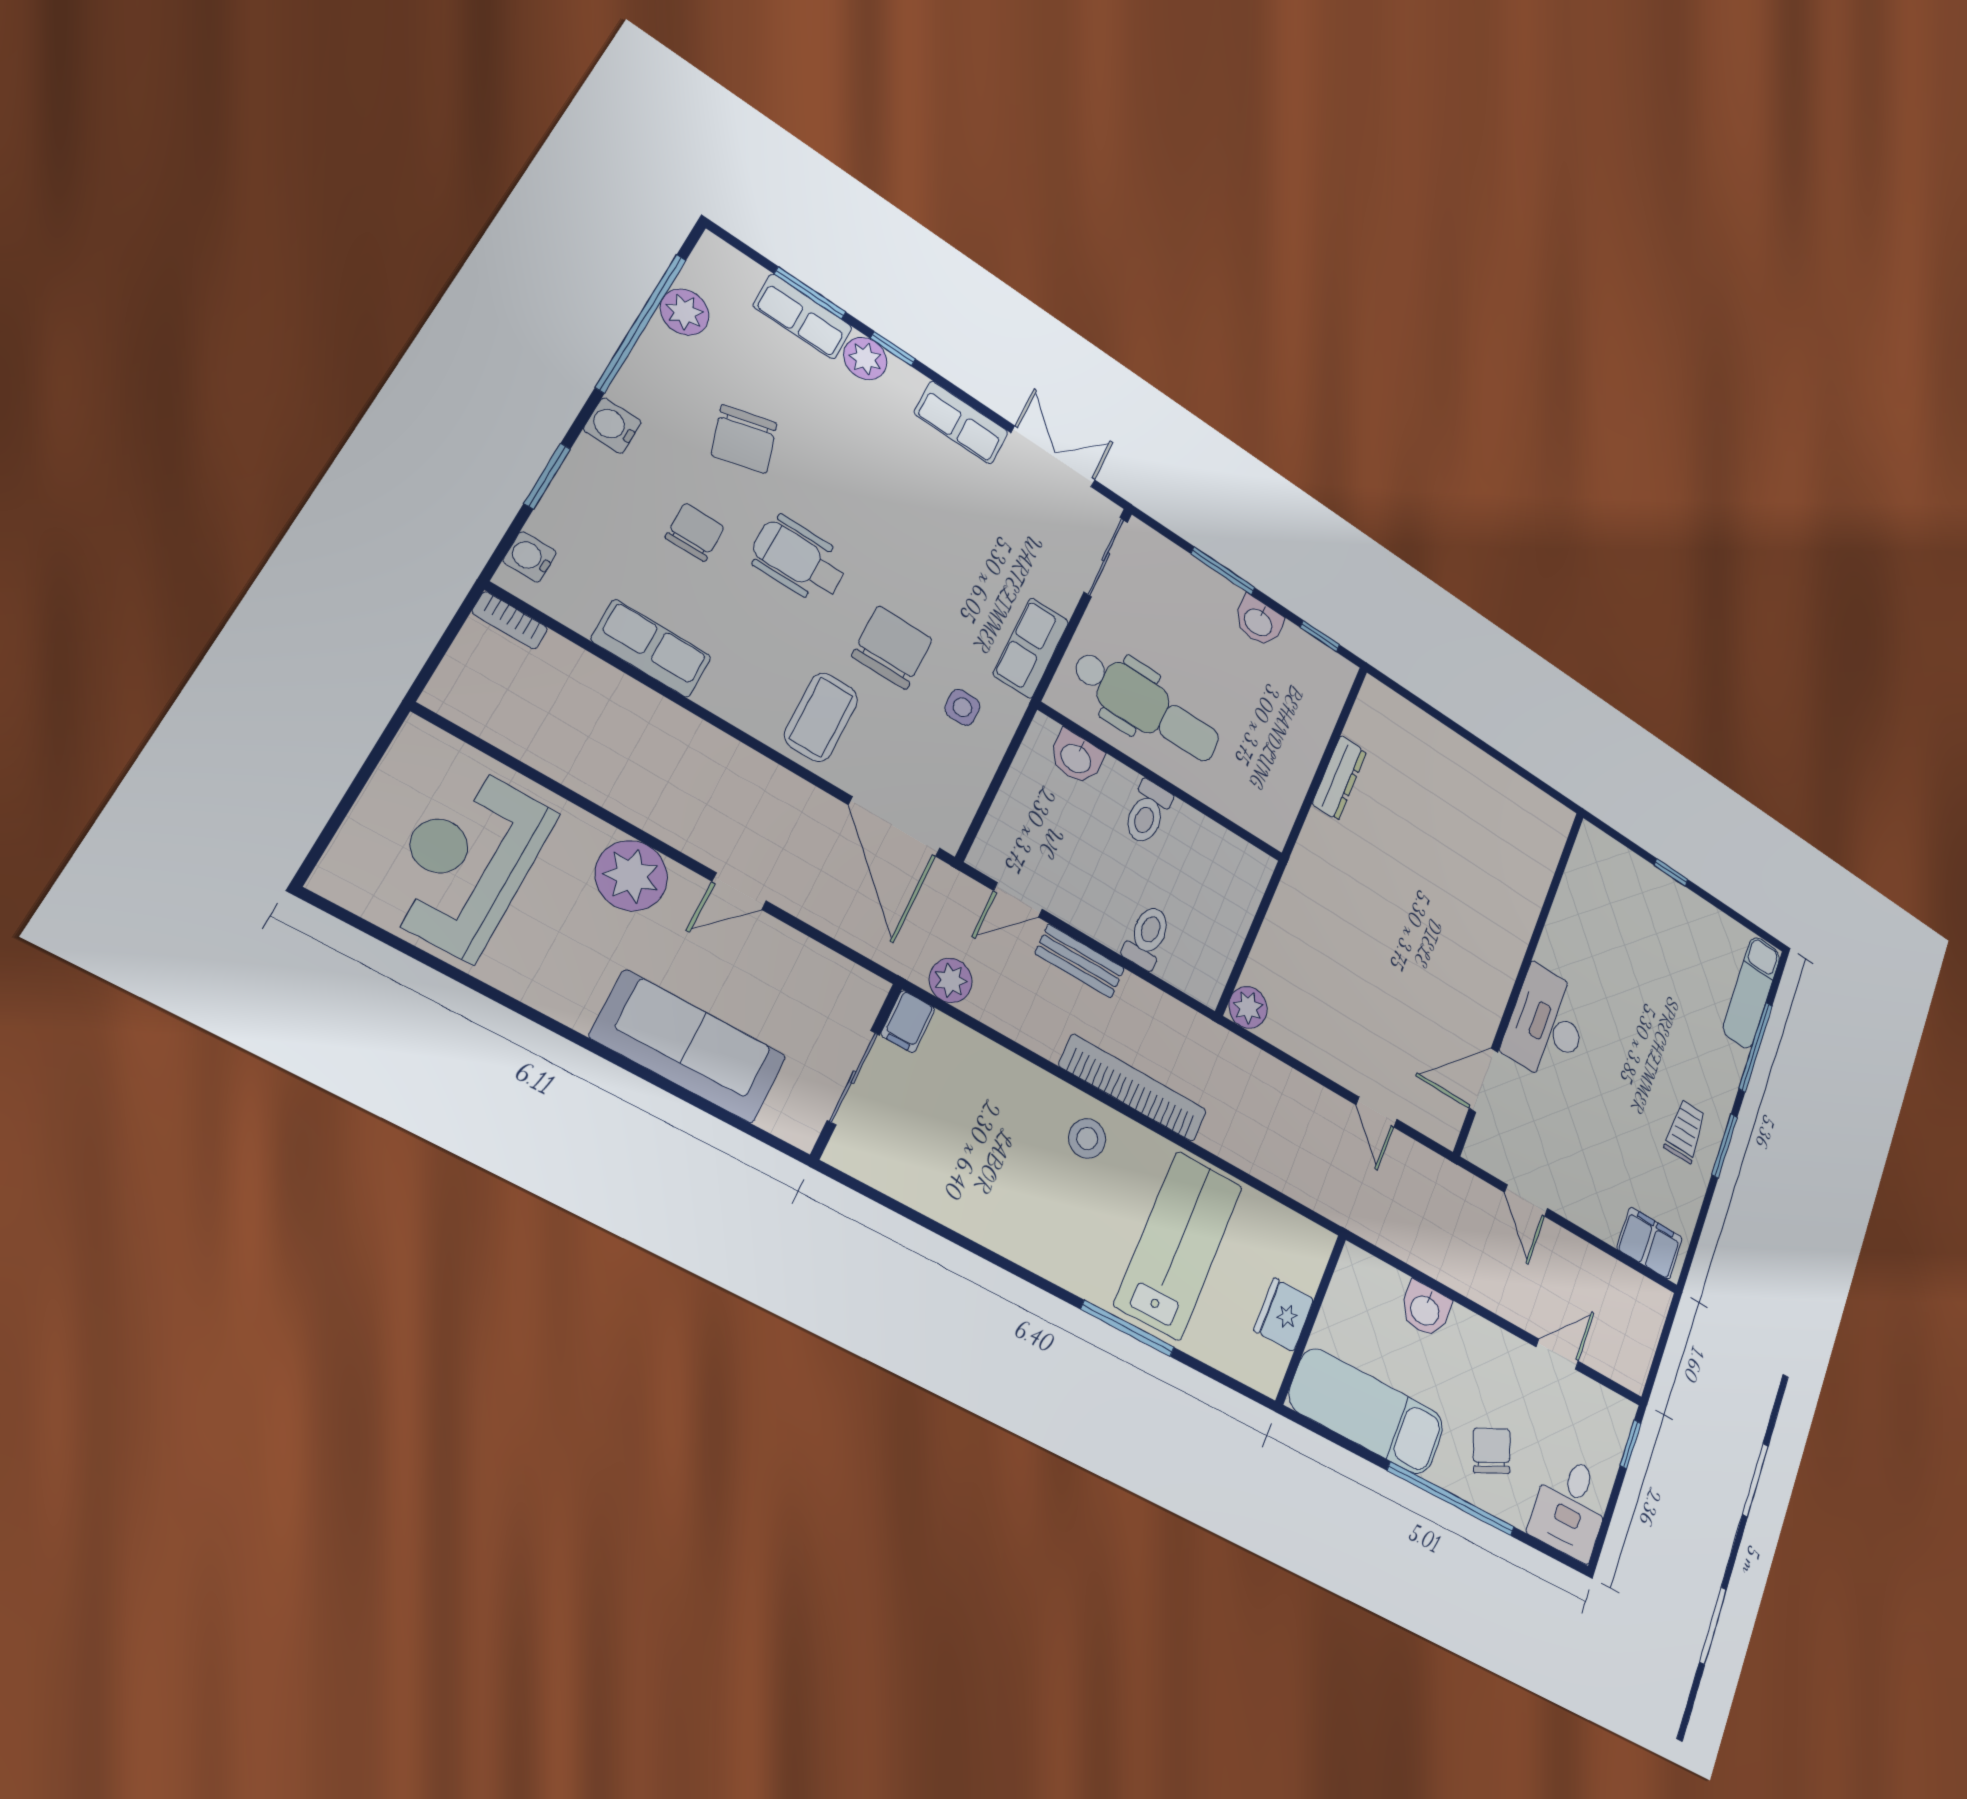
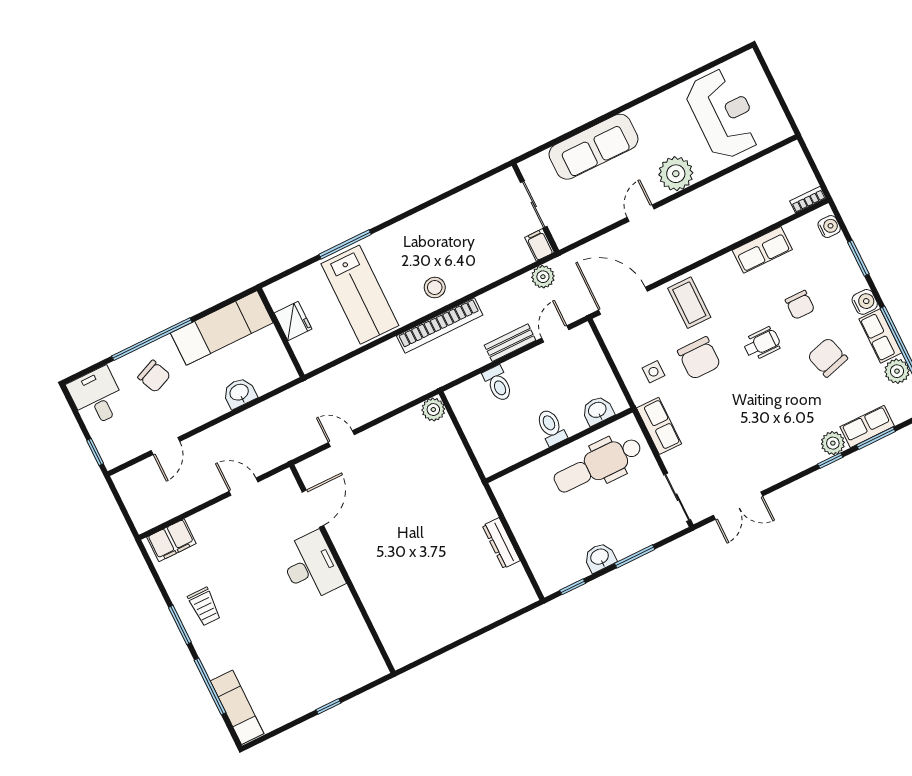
row of seats: (961, 423) -> (880, 336), moved, turned -90
wheelchair: (799, 559) -> (762, 344), width x0.73, depth x0.73

